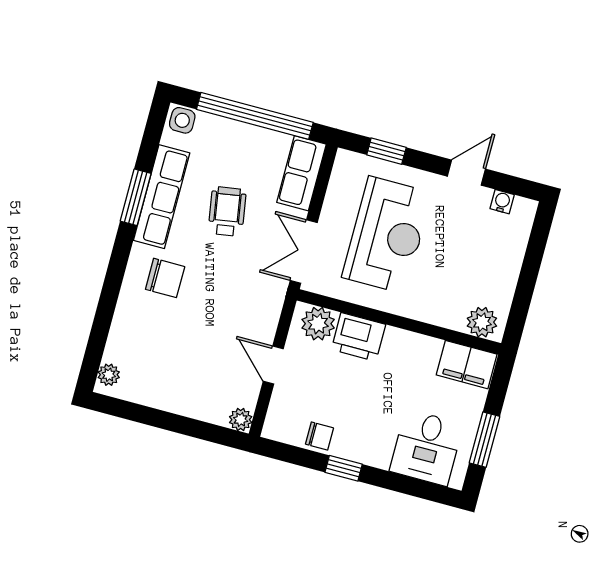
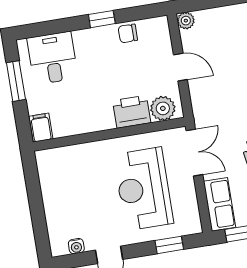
plant: (482, 322) -> (53, 159), removed
filing cabinet: (467, 365) -> (41, 128), width x0.50

